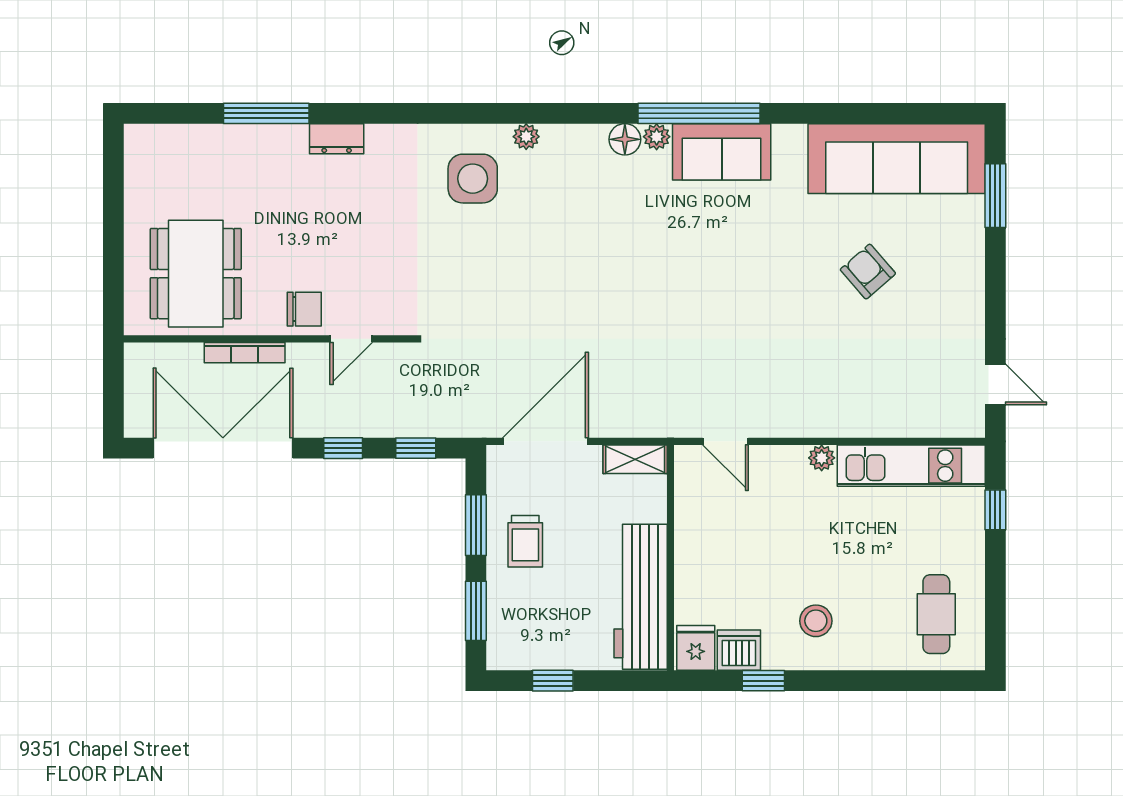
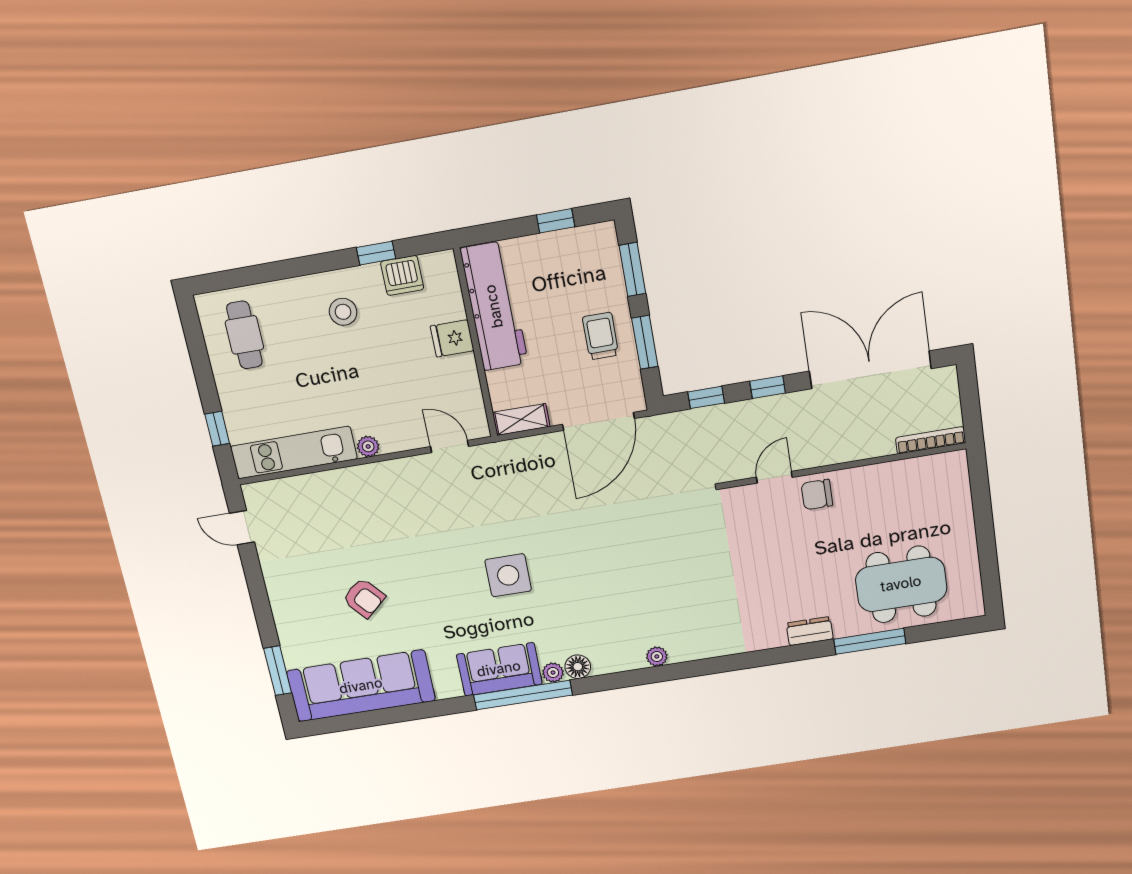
side table: (473, 179) -> (508, 575), moved
dining table: (196, 274) -> (901, 584), moved, turned 90
bookcase: (245, 353) -> (931, 440), moved
double door: (223, 448) -> (870, 370), swing flipped
fridge: (696, 648) -> (452, 338), moved, turned 90

